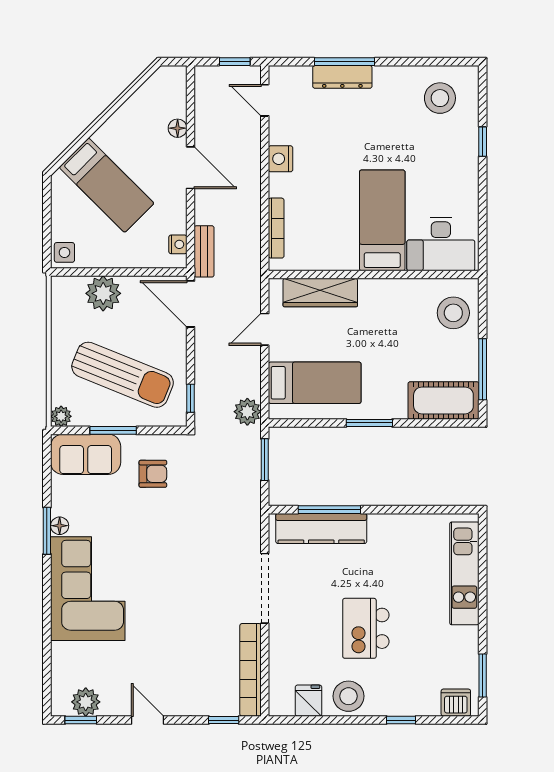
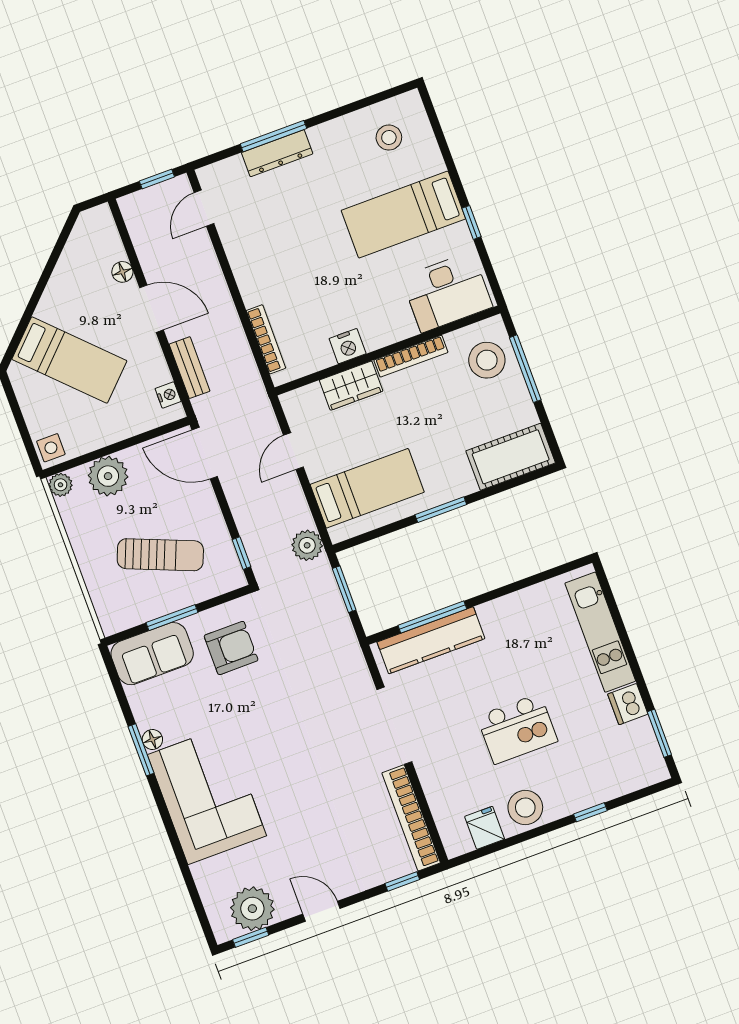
stool: (440, 98) -> (389, 138), width x0.73, depth x0.73
door: (265, 100) -> (204, 208), hinge flipped
window: (483, 142) -> (471, 222), moved
nightstand: (281, 159) -> (348, 346), moved, turned -90
bed: (382, 220) -> (403, 215), moved, turned -90
bench: (204, 251) -> (190, 368), moved
bookcase: (391, 286) -> (411, 356), added
wardrobe: (320, 293) -> (351, 386), width x0.67
window: (483, 369) -> (525, 369), moved
sun lounger: (123, 375) -> (160, 555), width x0.73, depth x0.75
plant: (61, 416) -> (61, 485), moved
armchair: (153, 474) -> (231, 648), width x1.38, depth x1.38
kitchen island: (366, 628) -> (517, 729), turned -90
plant: (86, 702) -> (252, 909), width x1.36, depth x1.36
dishwasher: (456, 703) -> (628, 704), moved, turned -90

